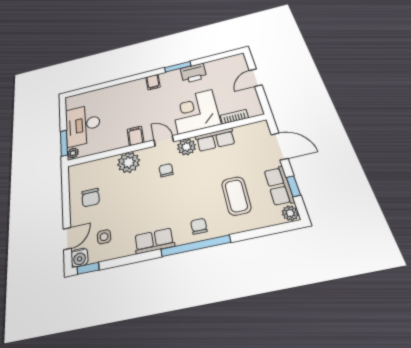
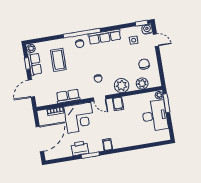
door: (255, 78) -> (40, 139), width x1.88
door: (279, 146) -> (31, 88), hinge flipped
plant: (186, 147) -> (142, 84), moved
door: (67, 239) -> (156, 40), swing flipped
row of seats: (154, 241) -> (105, 37), width x1.48

